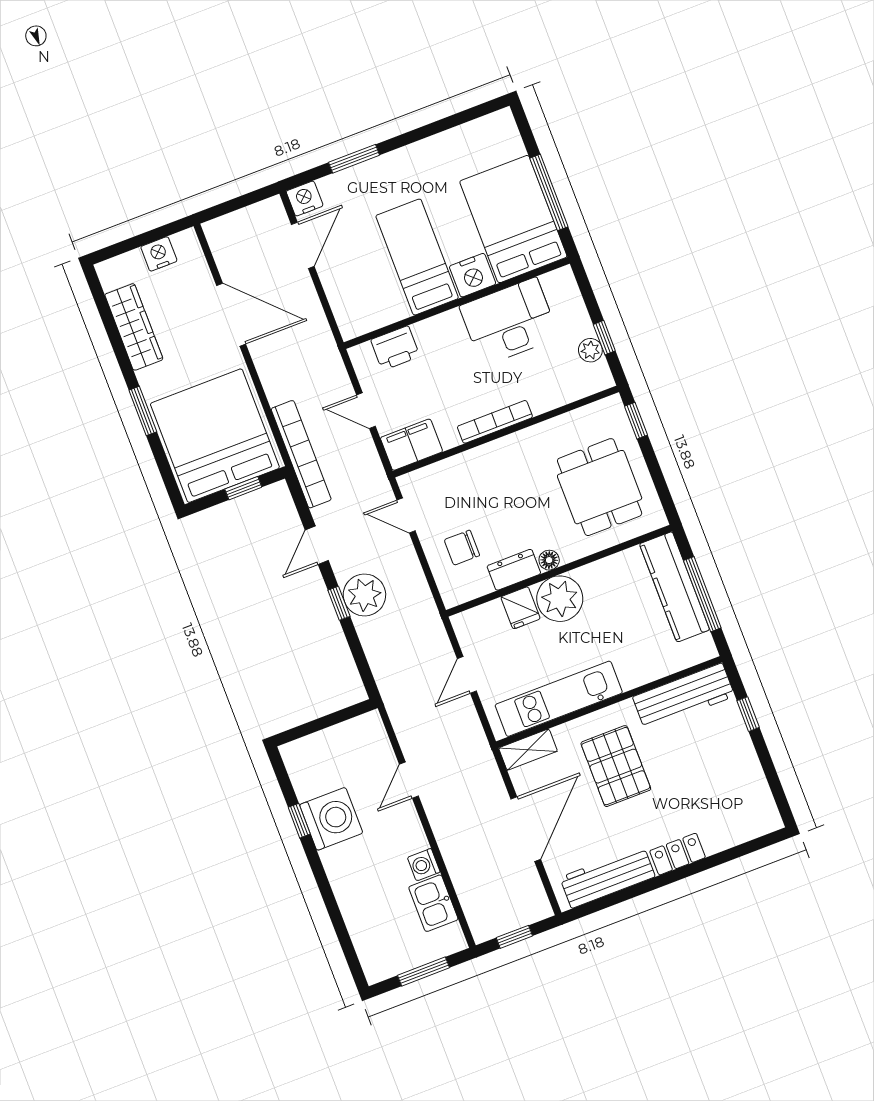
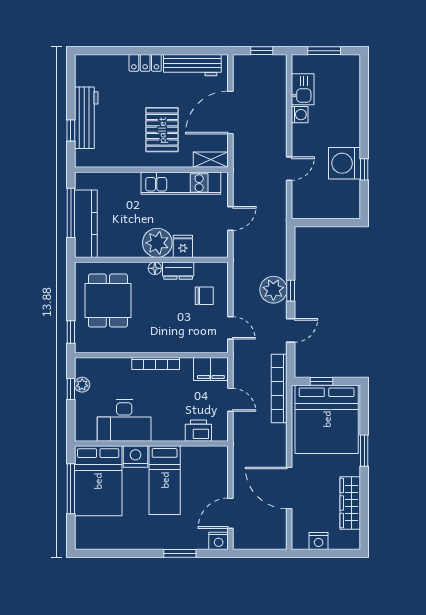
workbench: (684, 697) -> (86, 118), moved, turned 90

